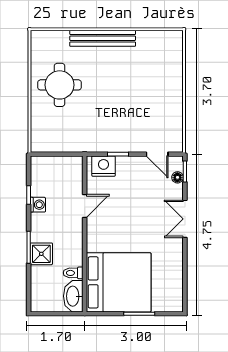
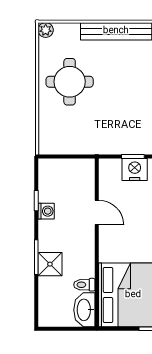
plant: (37, 37) -> (46, 30), added
nightstand: (104, 166) -> (135, 169), moved
door: (85, 206) -> (97, 213), hinge flipped

